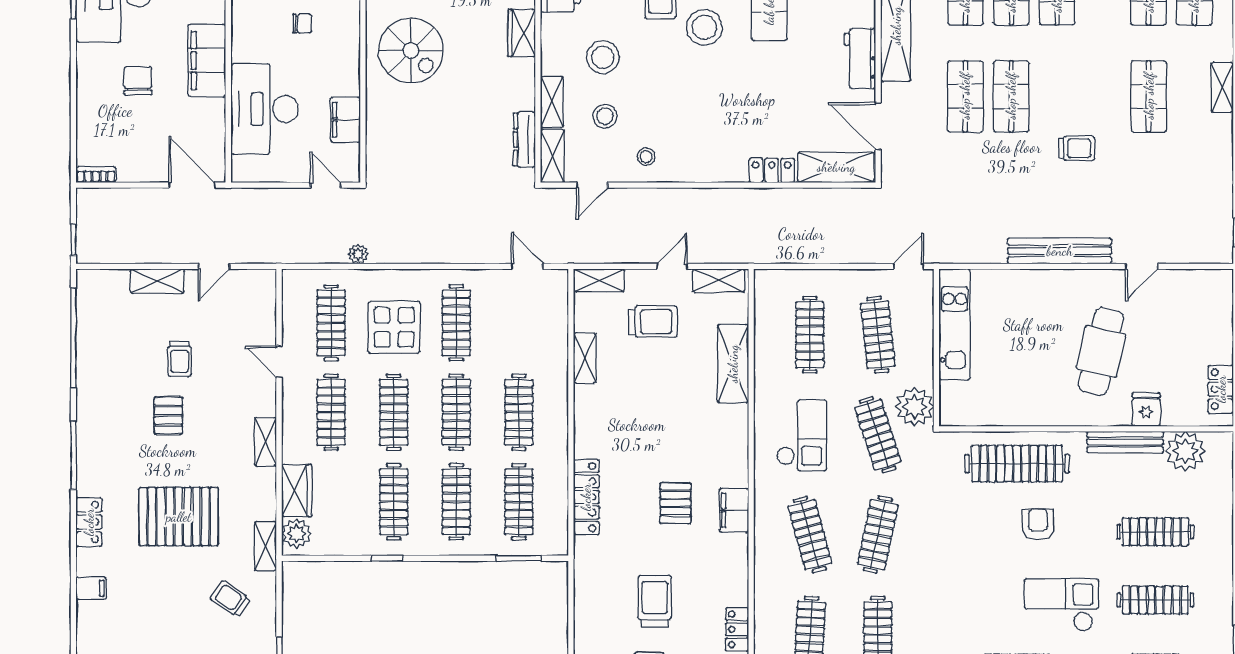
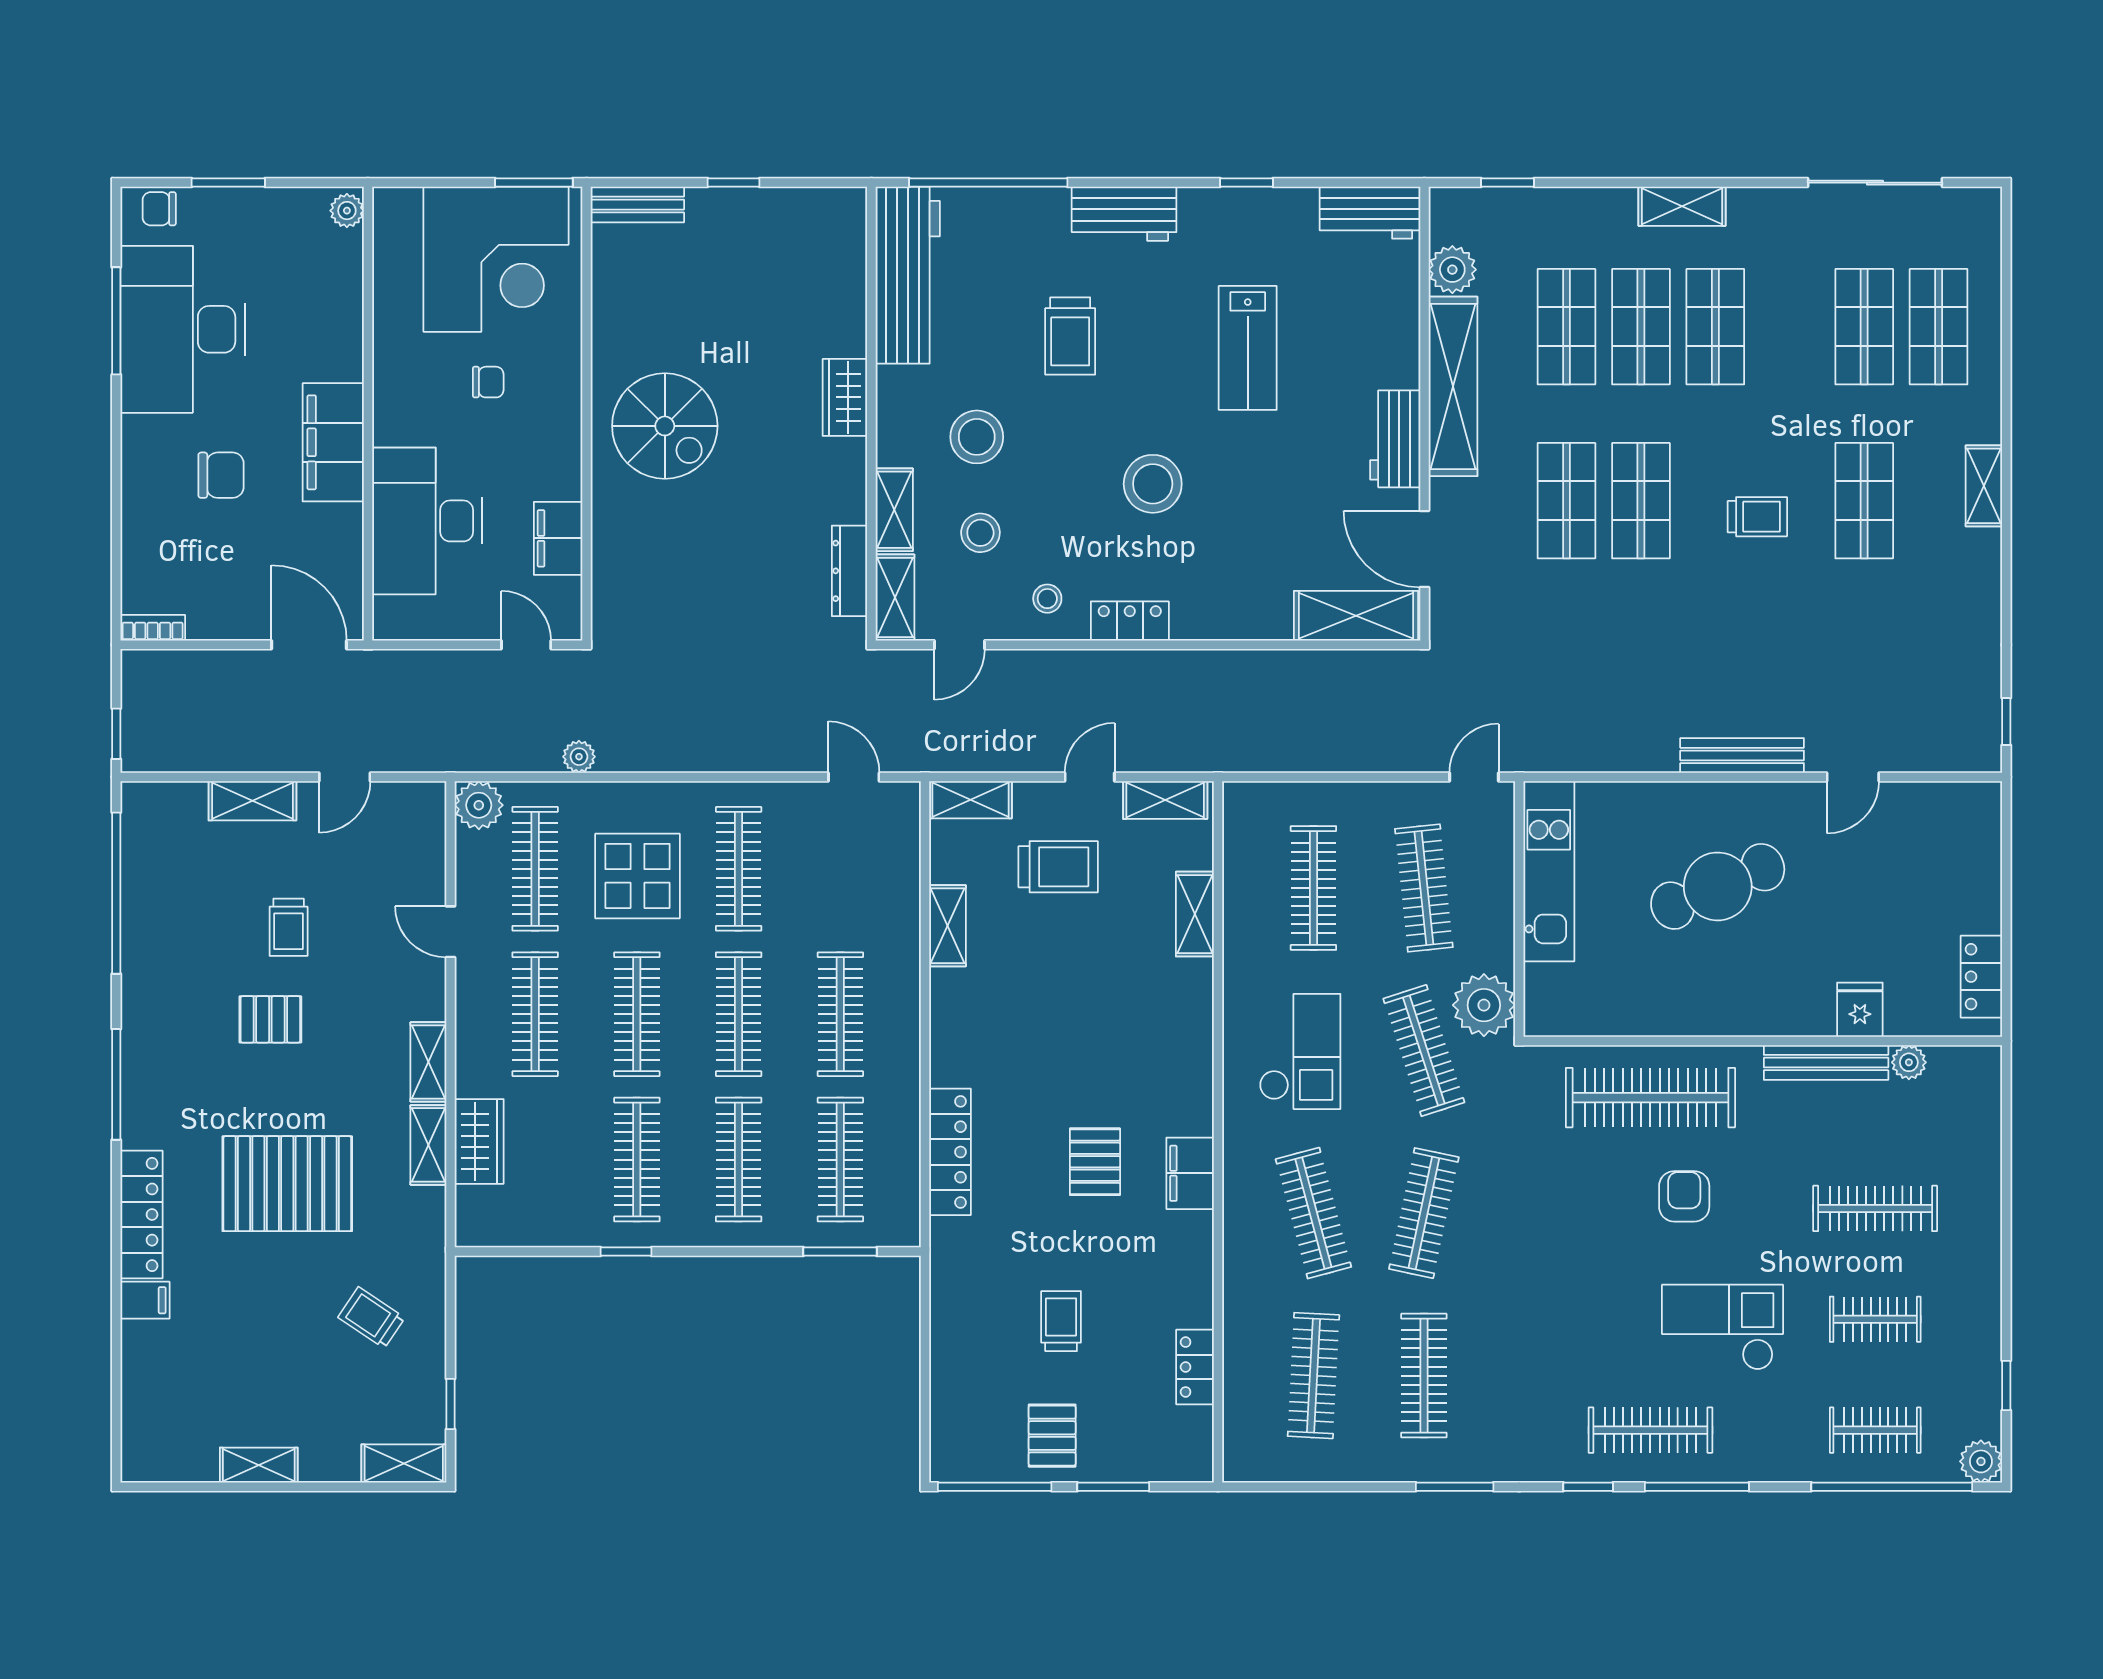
stool: (704, 27) -> (1153, 484), moved
chair: (138, 81) -> (221, 475), turned 90
trolley: (1076, 148) -> (1757, 517), moved
locker: (772, 170) -> (1130, 621), moved
bench: (1060, 251) -> (1742, 755), width x0.73, depth x0.82
cafe table: (1101, 351) -> (1718, 886), moved, turned 54
shelving: (733, 364) -> (1195, 914), width x0.67, depth x0.75
pallet: (168, 415) -> (270, 1019), turned 90
plant: (1185, 451) -> (1909, 1062), width x0.53, depth x0.53
locker: (89, 522) -> (141, 1215), width x1.53
plant: (296, 534) -> (479, 805), moved
shelving: (265, 546) -> (428, 1145), moved
clothes rail: (1155, 600) -> (1875, 1319), width x0.73
trolley: (655, 601) -> (1061, 1321), width x0.73, depth x0.72

